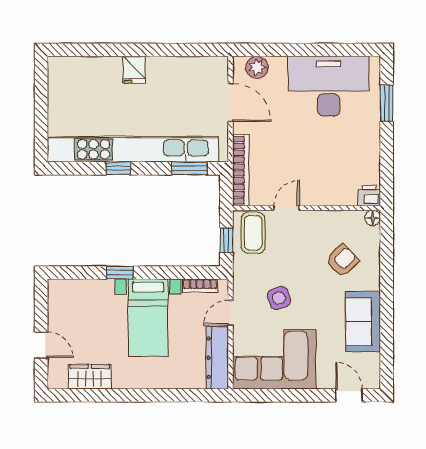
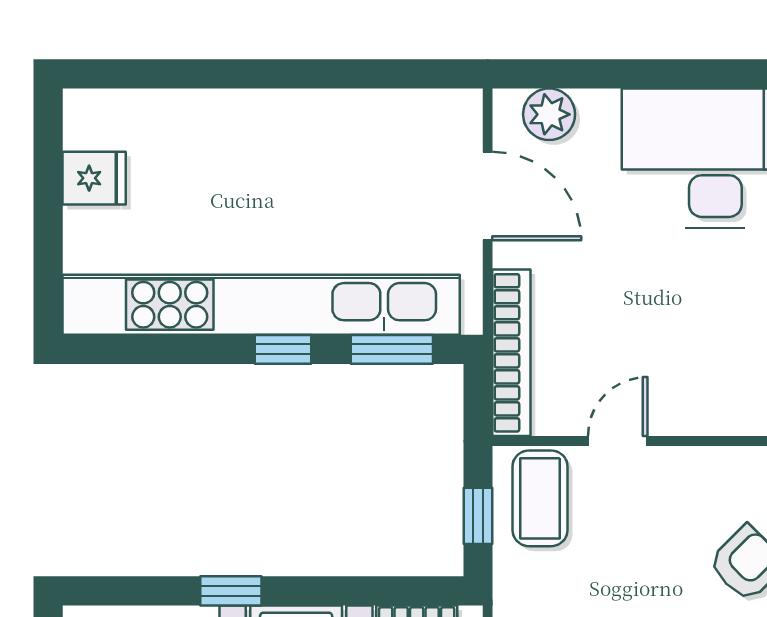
fridge: (134, 70) -> (94, 178), moved, turned -90
window: (118, 168) -> (283, 349), moved

